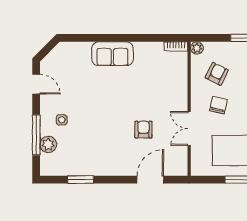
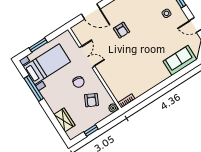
sofa: (112, 54) -> (180, 60), moved
armchair: (143, 130) -> (122, 30), moved
door: (150, 180) -> (91, 11), hinge flipped

